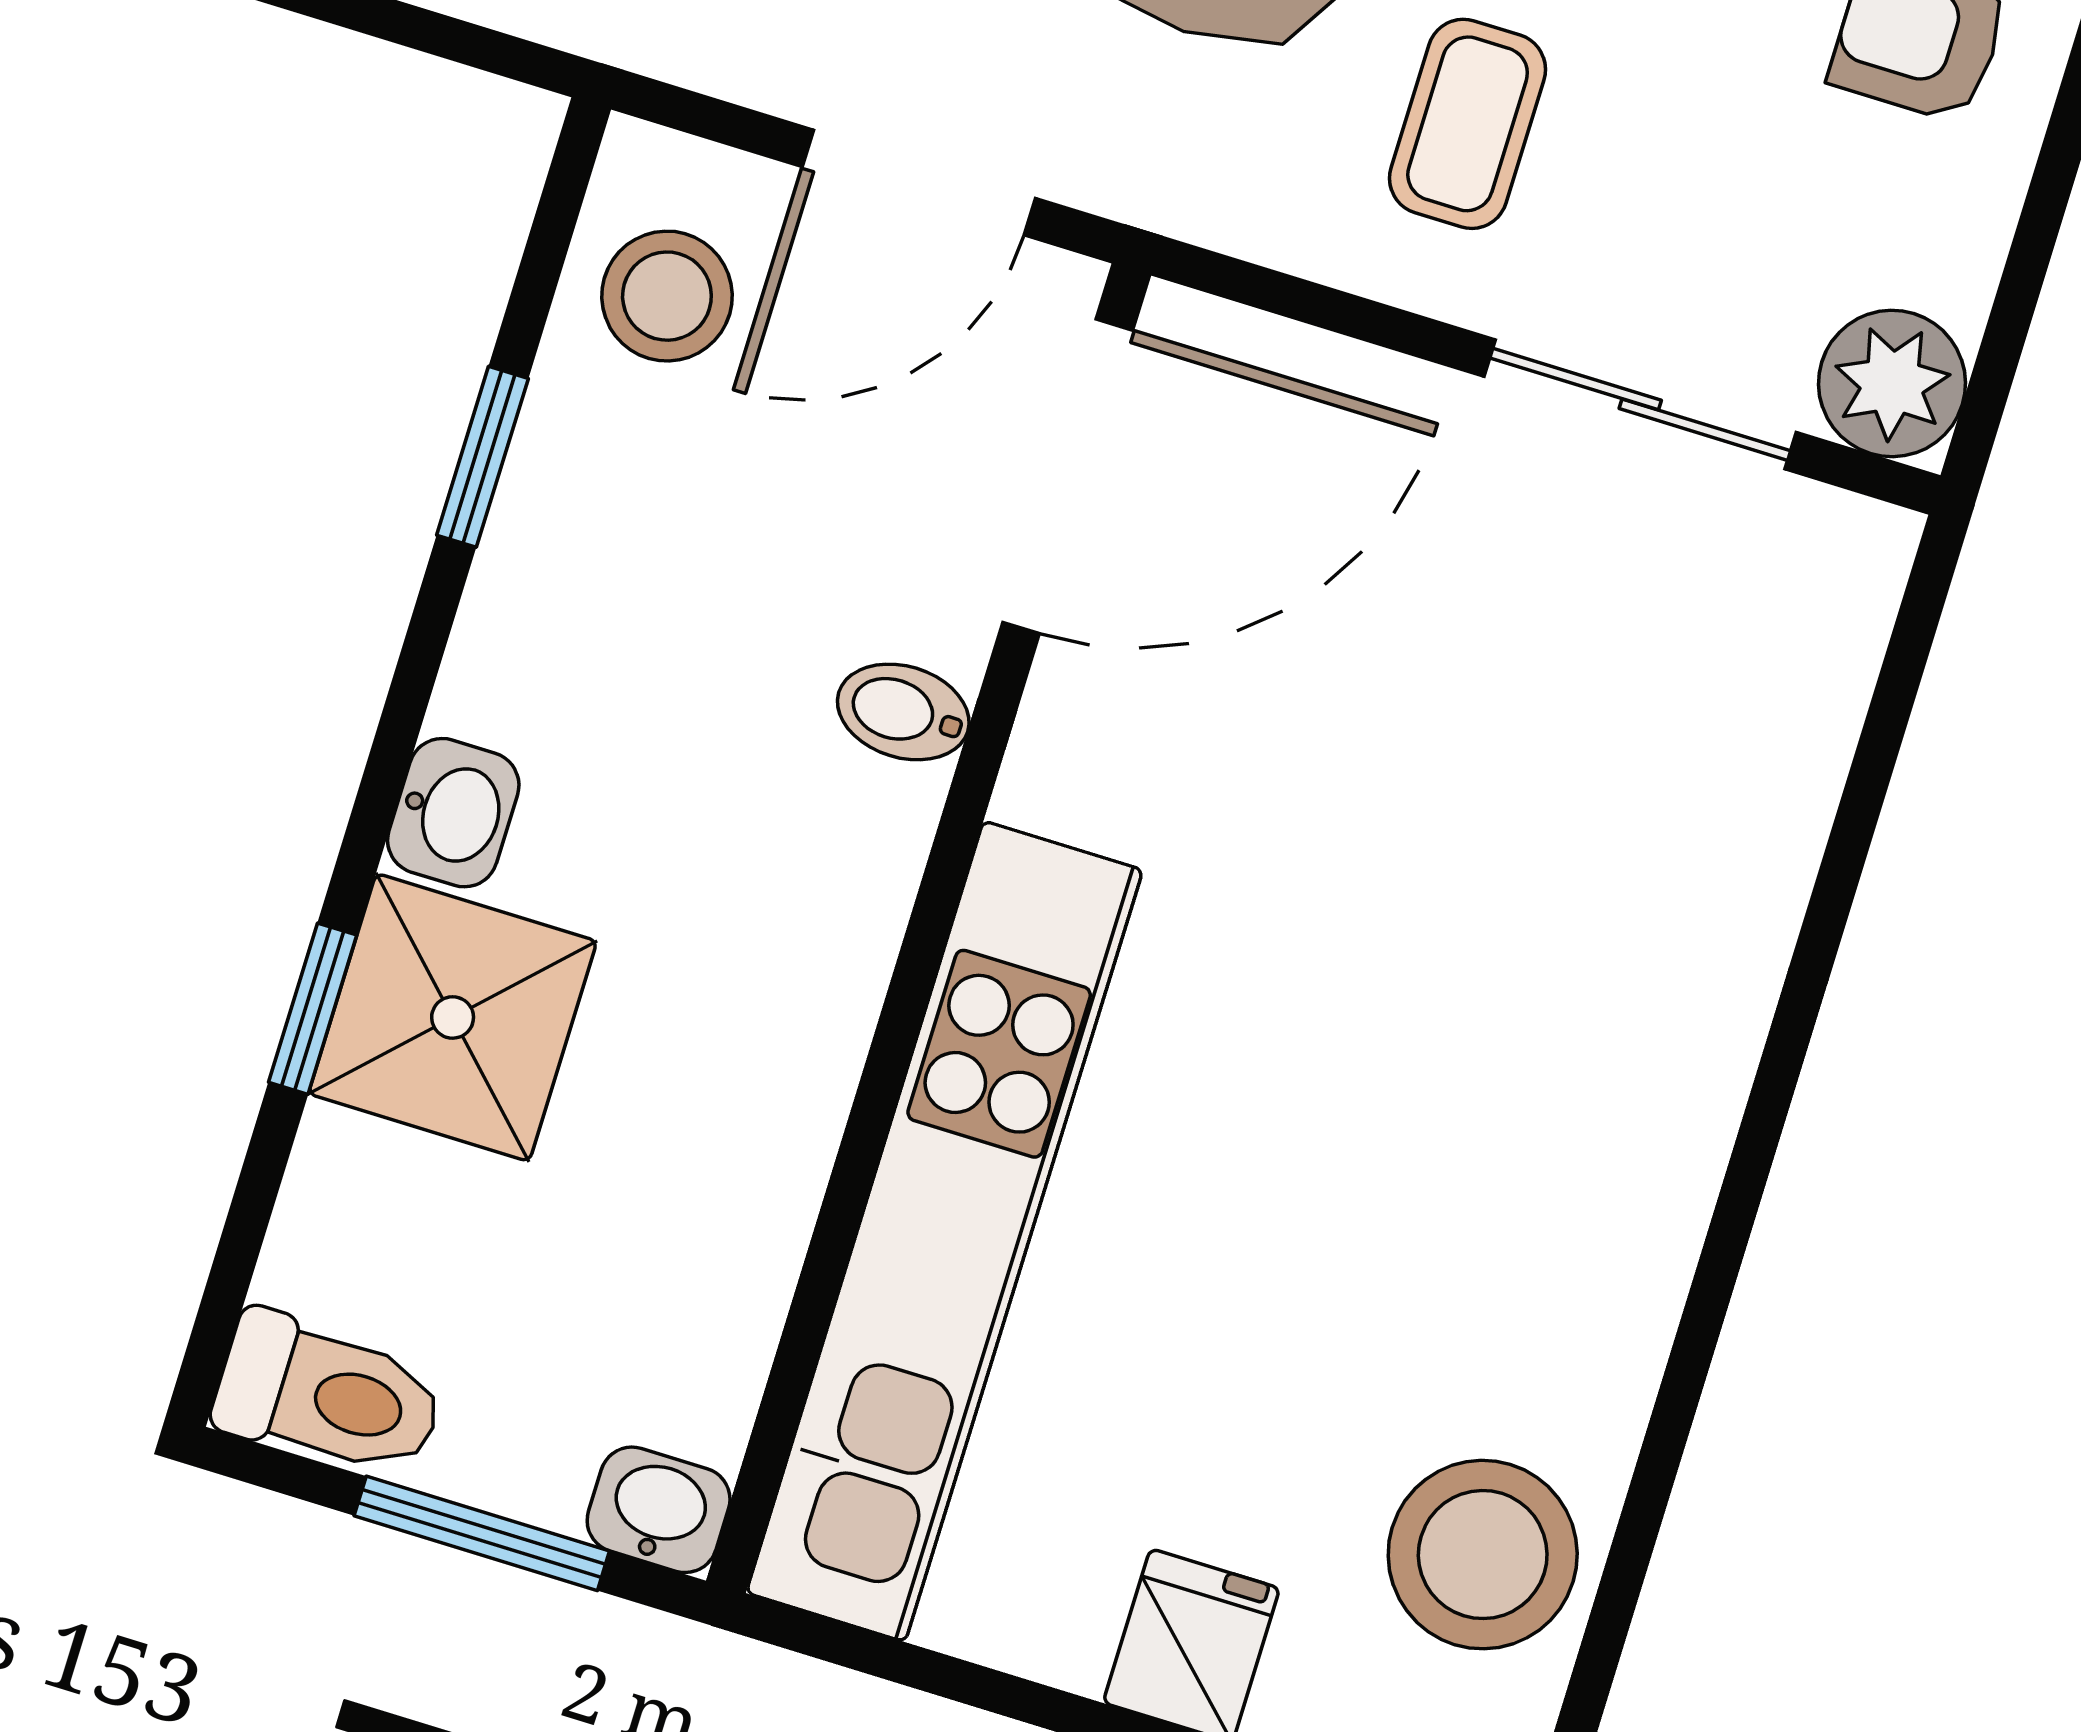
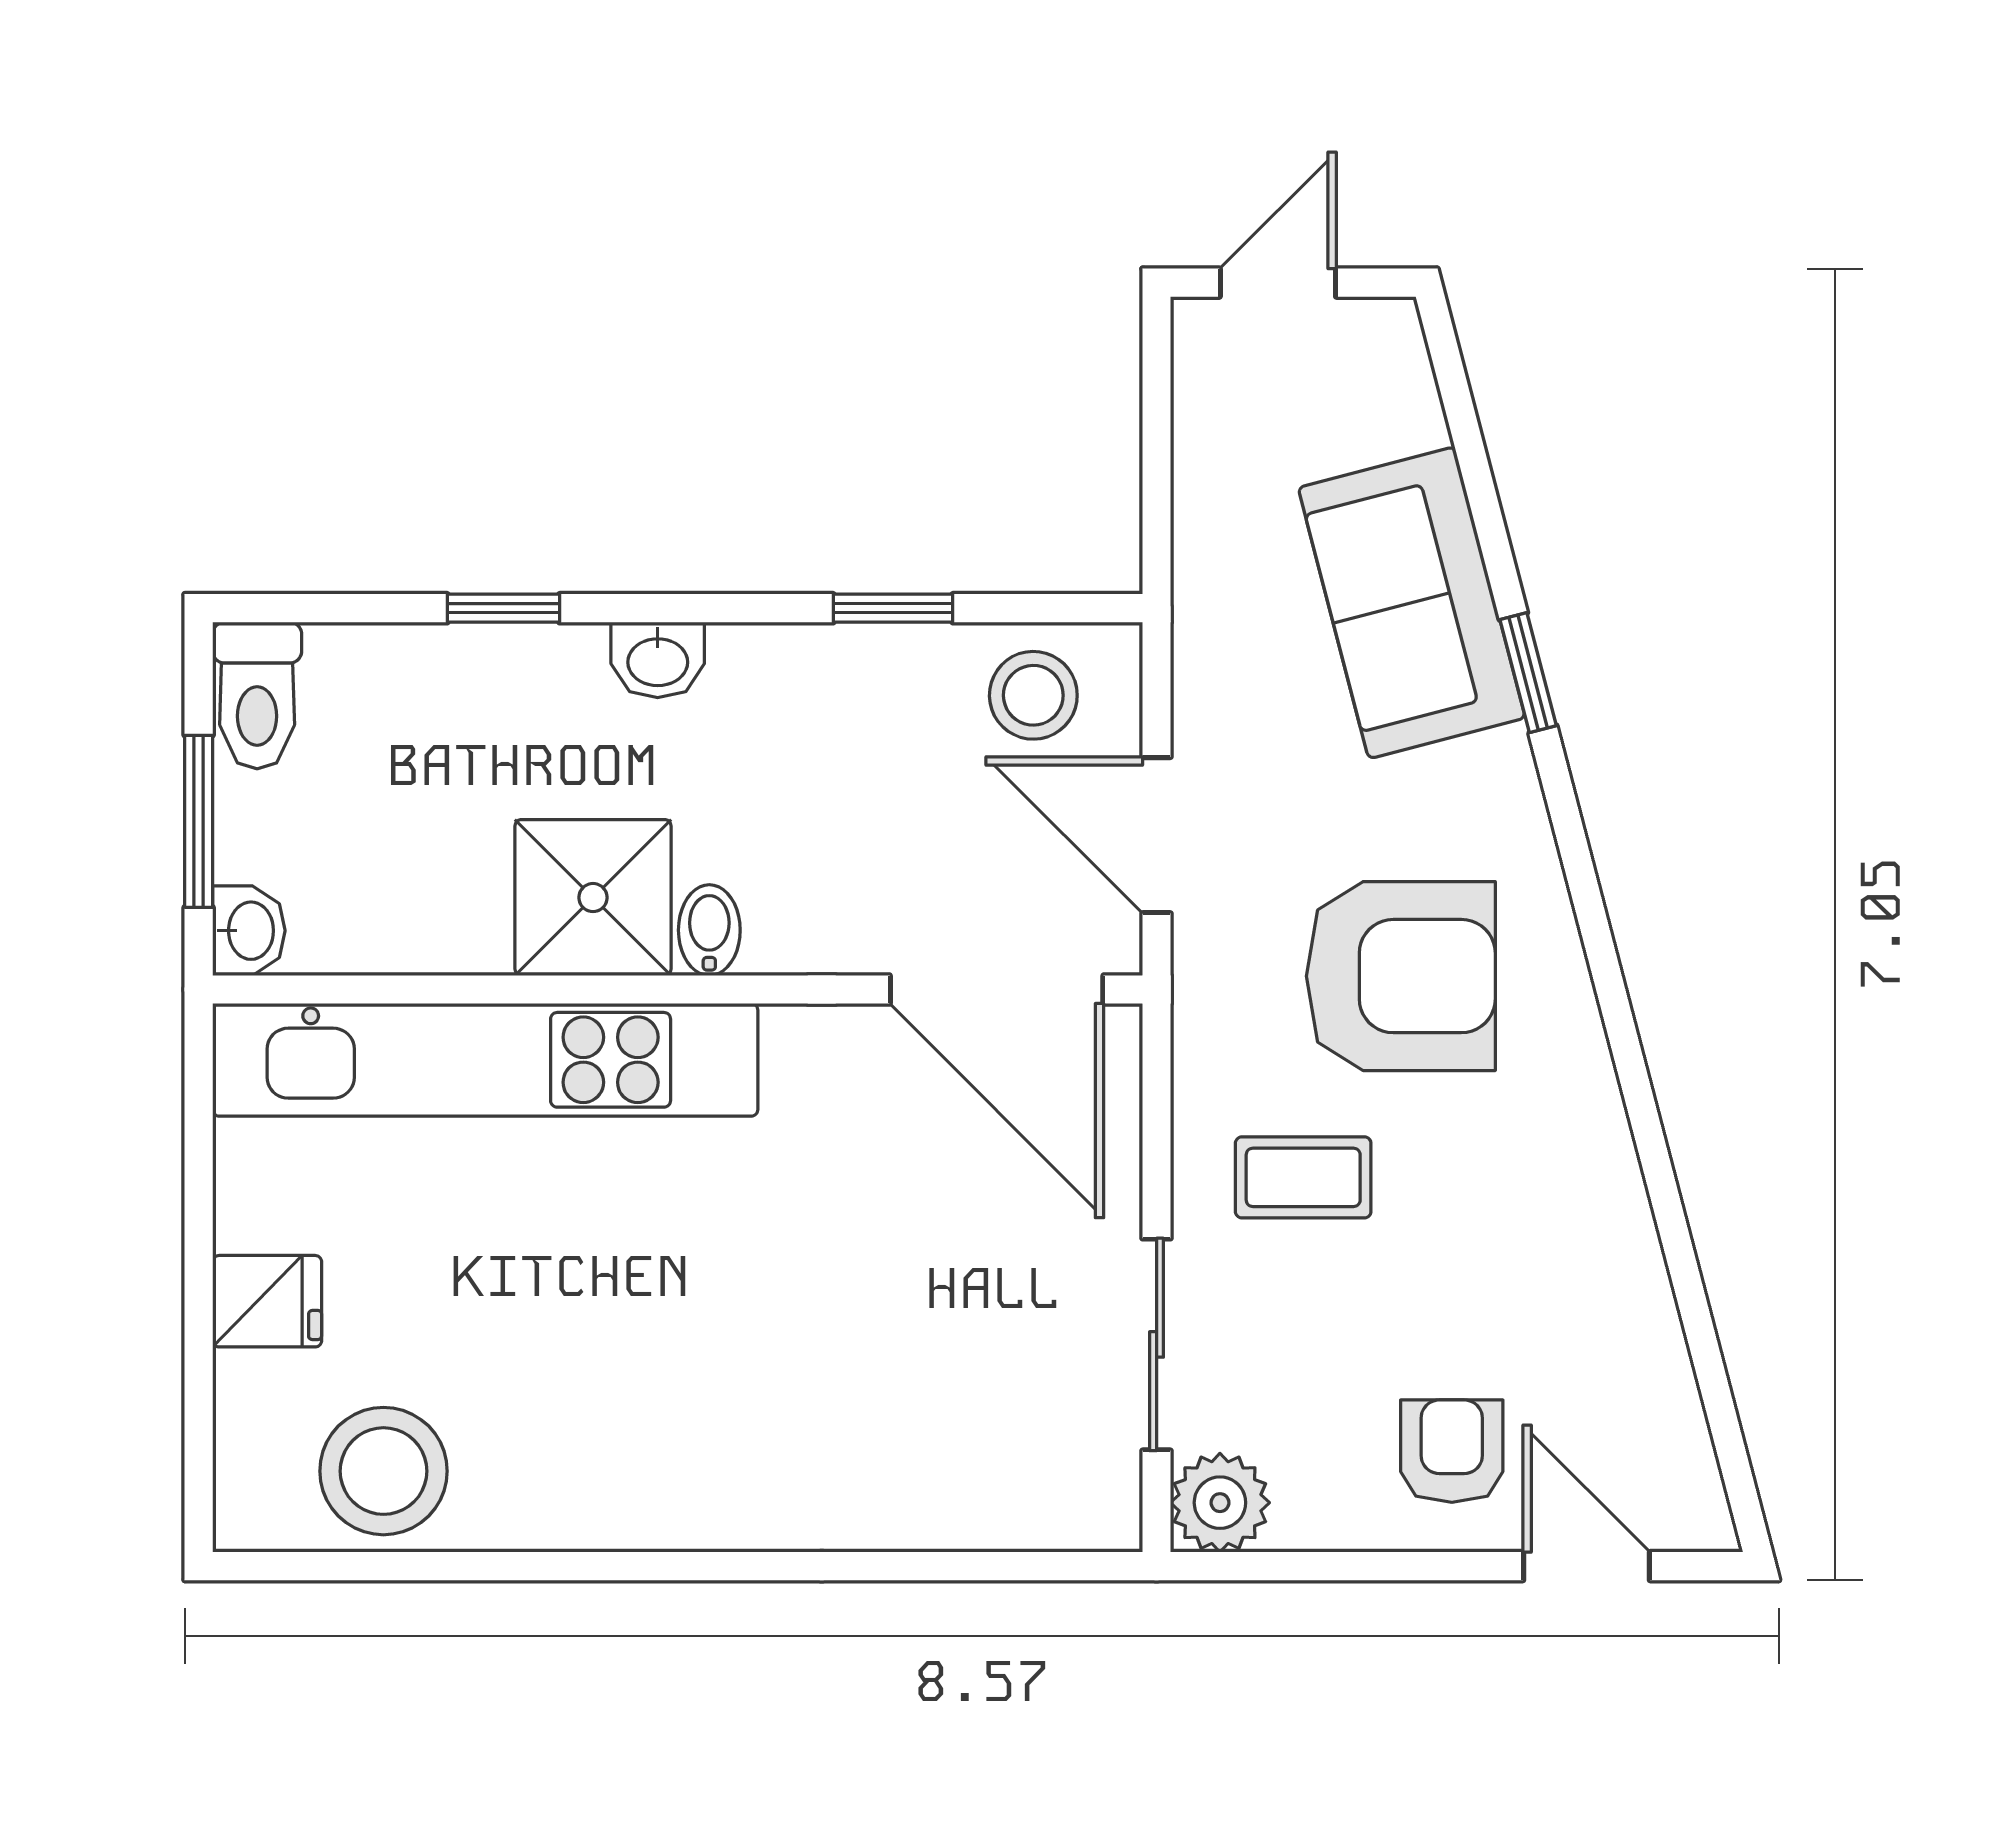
bidet: (903, 712) -> (709, 930), moved
shower: (453, 1017) -> (593, 898), moved

